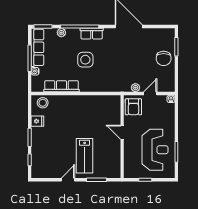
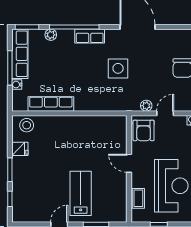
side table: (85, 60) -> (118, 68), moved
lab bench: (85, 156) -> (81, 193), turned 180
coffee table: (129, 159) -> (138, 198), added

